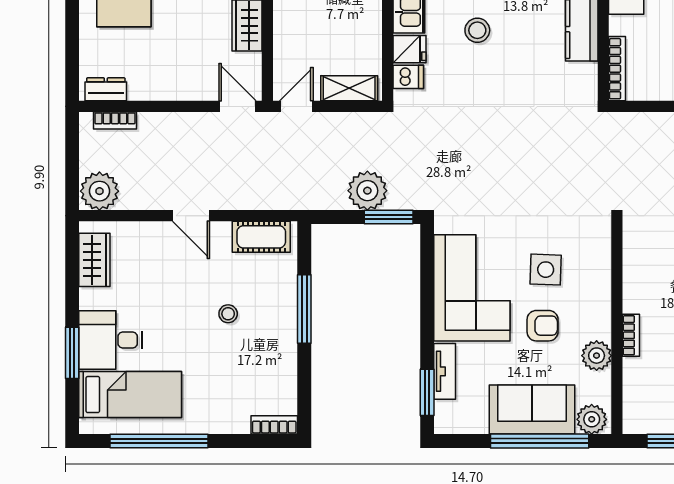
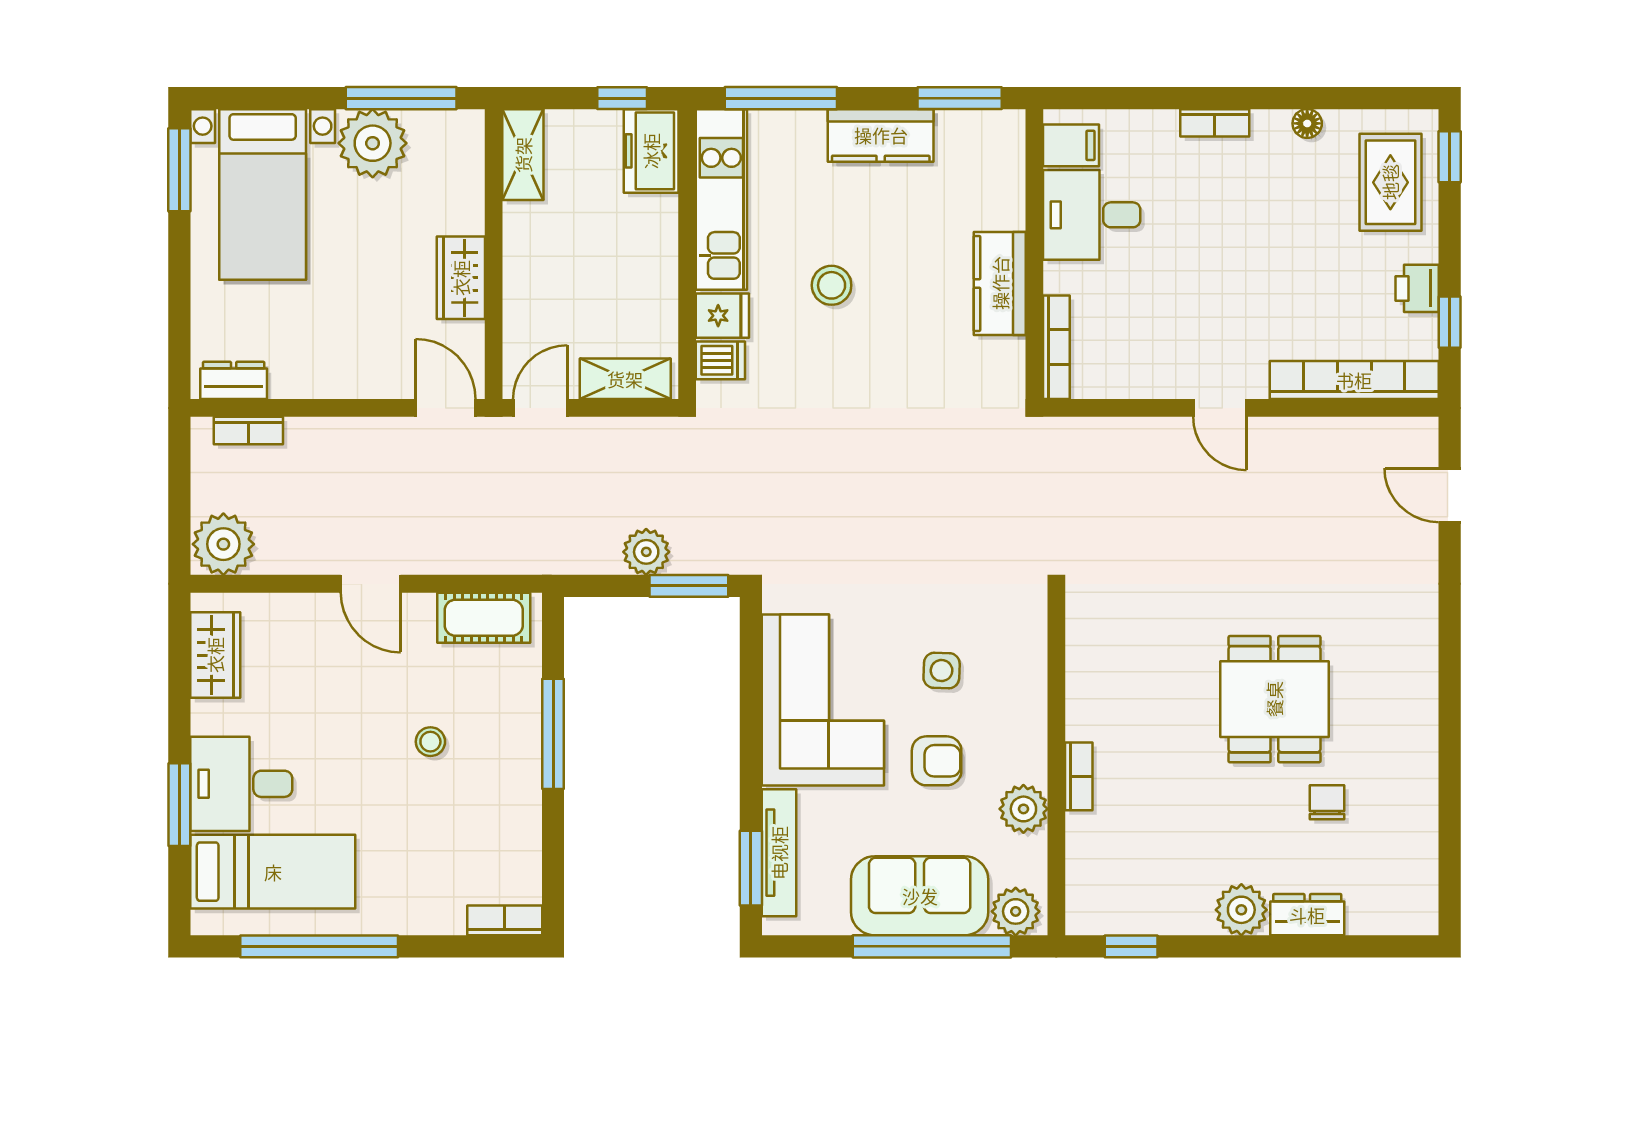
plant: (367, 191) -> (646, 552), width x0.73, depth x0.73
side table: (546, 270) -> (942, 671), width x0.73, depth x0.73
tv unit: (445, 371) -> (779, 853), width x1.41

